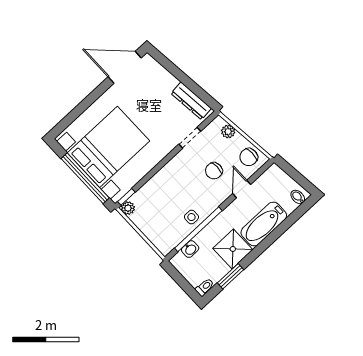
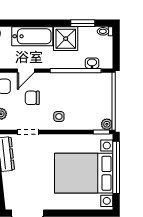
chair: (214, 171) -> (32, 98), turned 180
side table: (191, 217) -> (59, 116), moved

